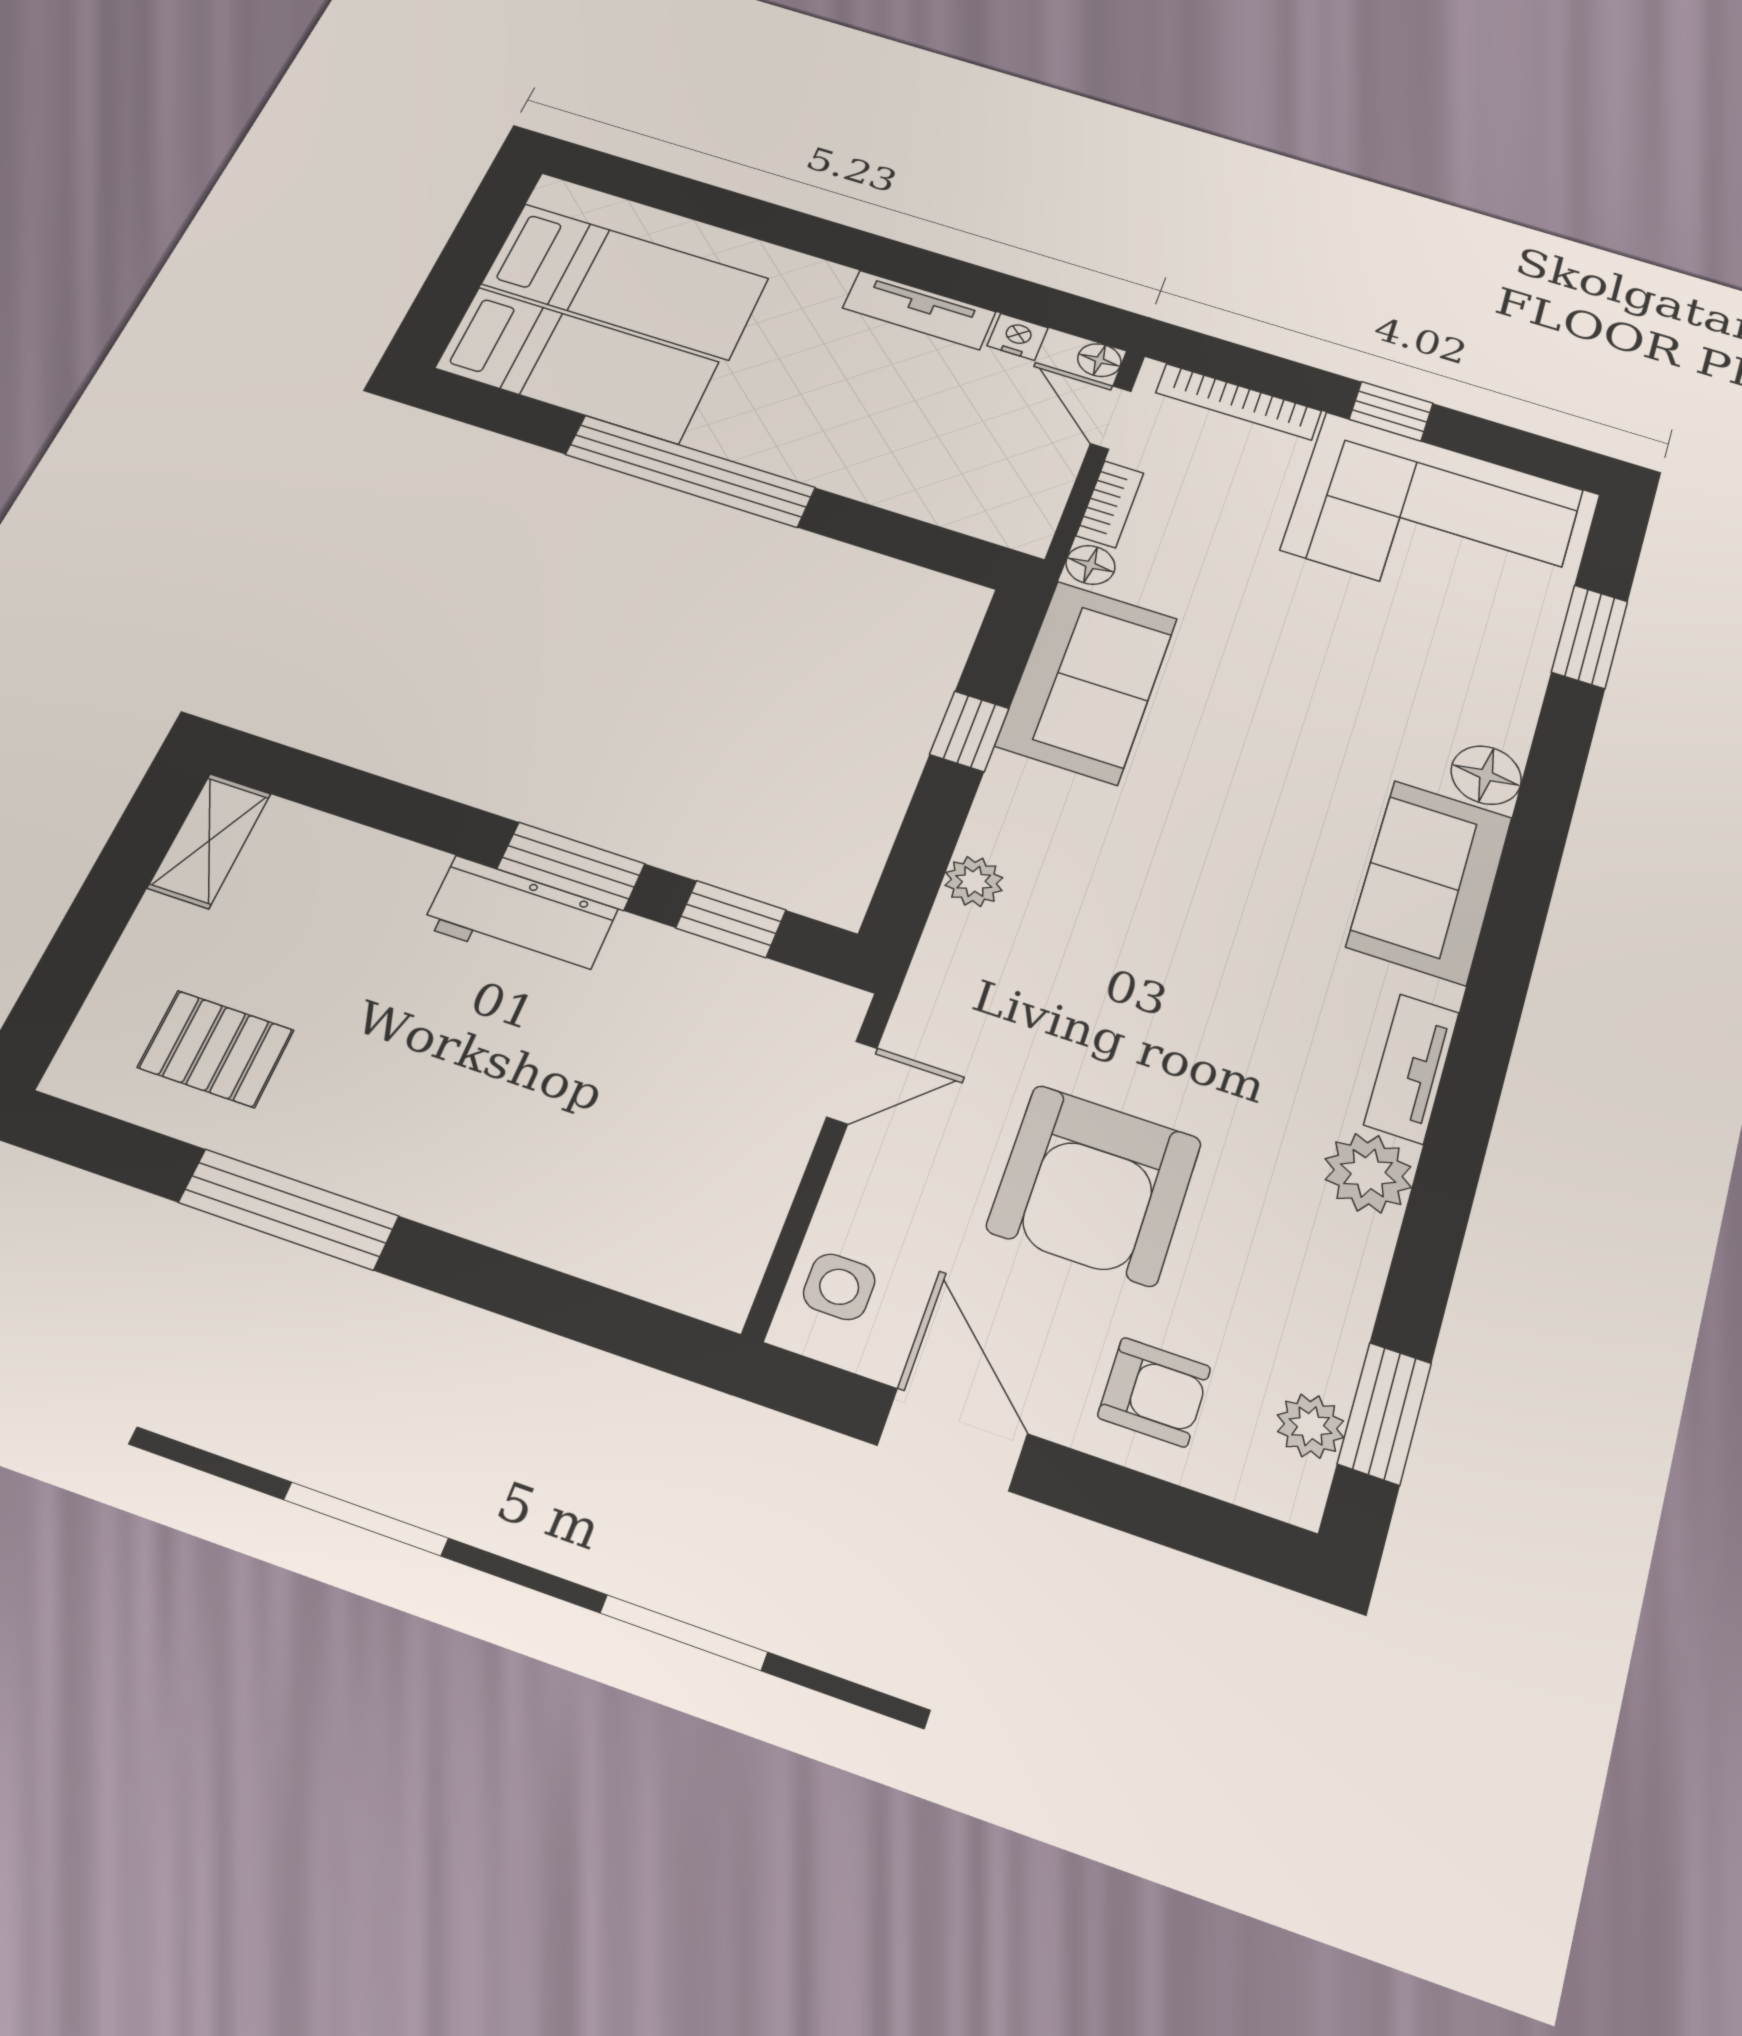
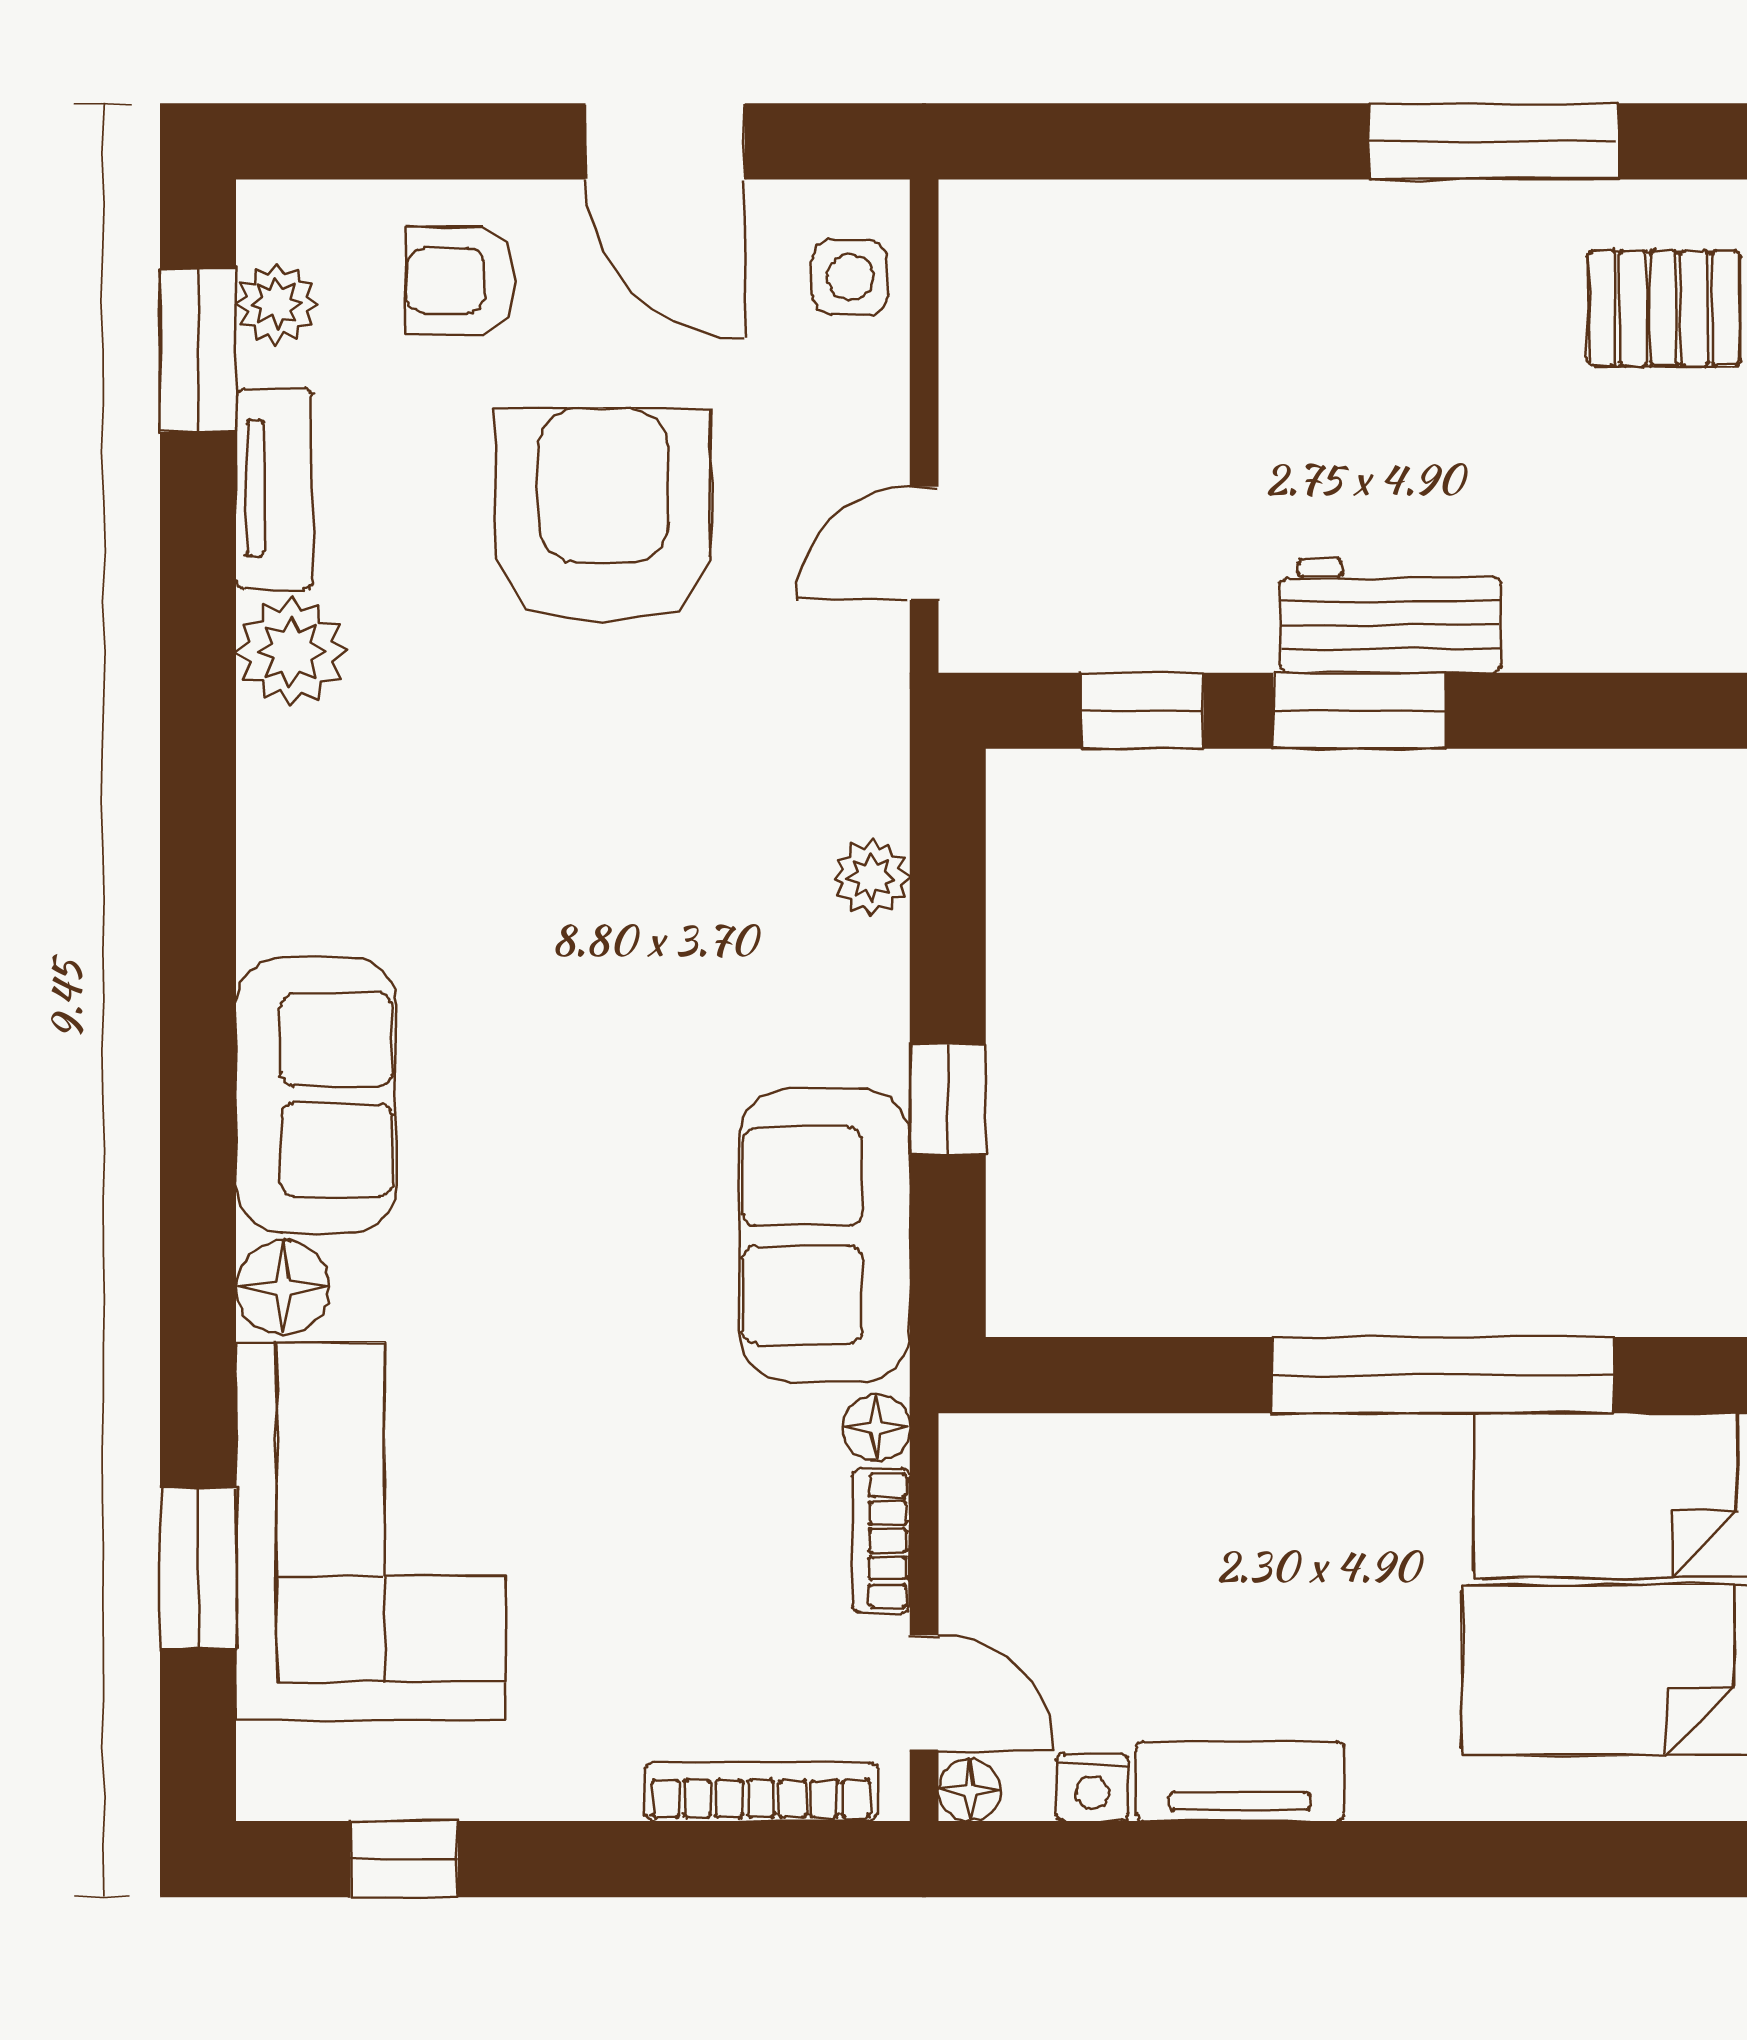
window: (1391, 411) -> (404, 1859), moved
corner sofa: (1433, 520) -> (371, 1531), moved, turned 90
tv unit: (1412, 1068) -> (274, 488), moved

